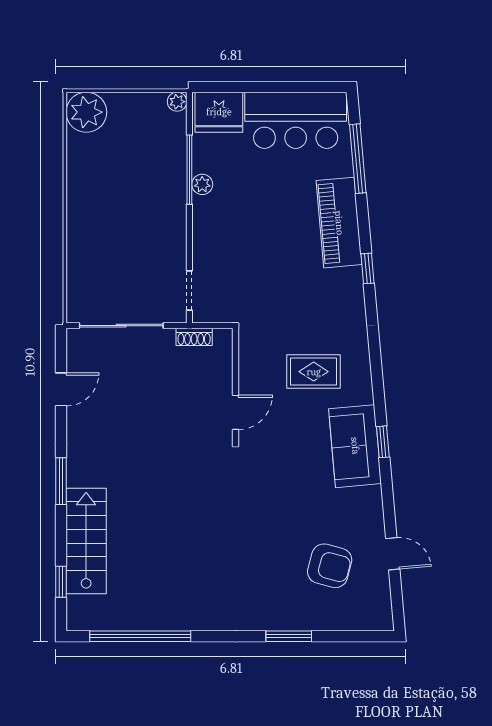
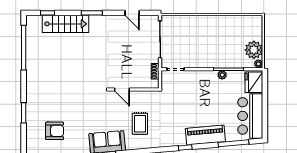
plant: (86, 112) -> (254, 50), moved
armchair: (330, 566) -> (55, 131), turned -105

